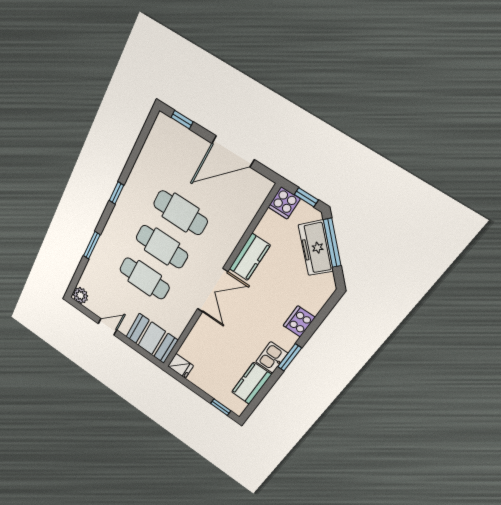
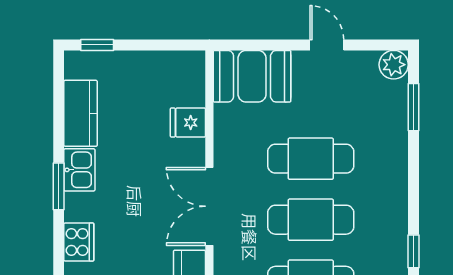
window: (92, 245) -> (413, 107), moved
door: (107, 327) -> (327, 45), swing flipped
fridge: (181, 366) -> (188, 123), moved

